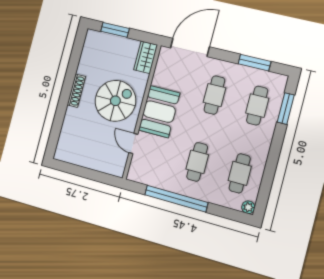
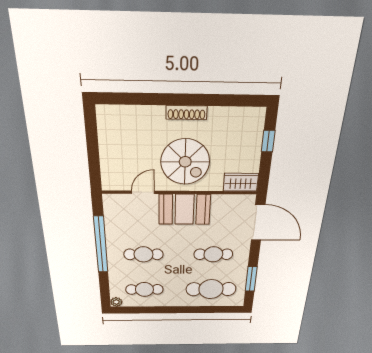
window: (115, 30) -> (268, 141), width x0.67
cafe table: (257, 106) -> (211, 289), width x1.37, depth x1.35
window: (286, 109) -> (213, 309), removed

